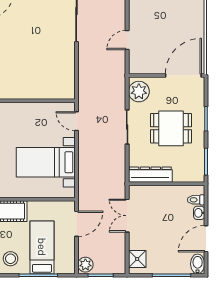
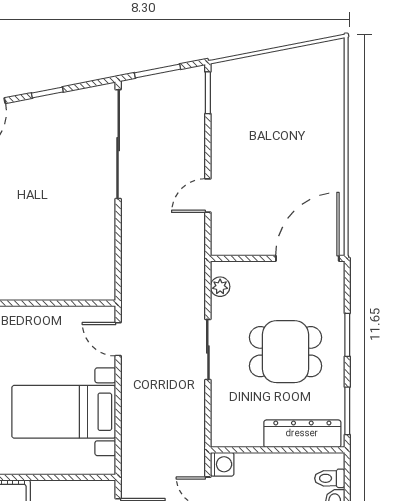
plant: (139, 92) -> (220, 287), width x0.53, depth x0.53
dresser: (150, 175) -> (302, 434), moved
washing machine: (135, 192) -> (222, 464), added

